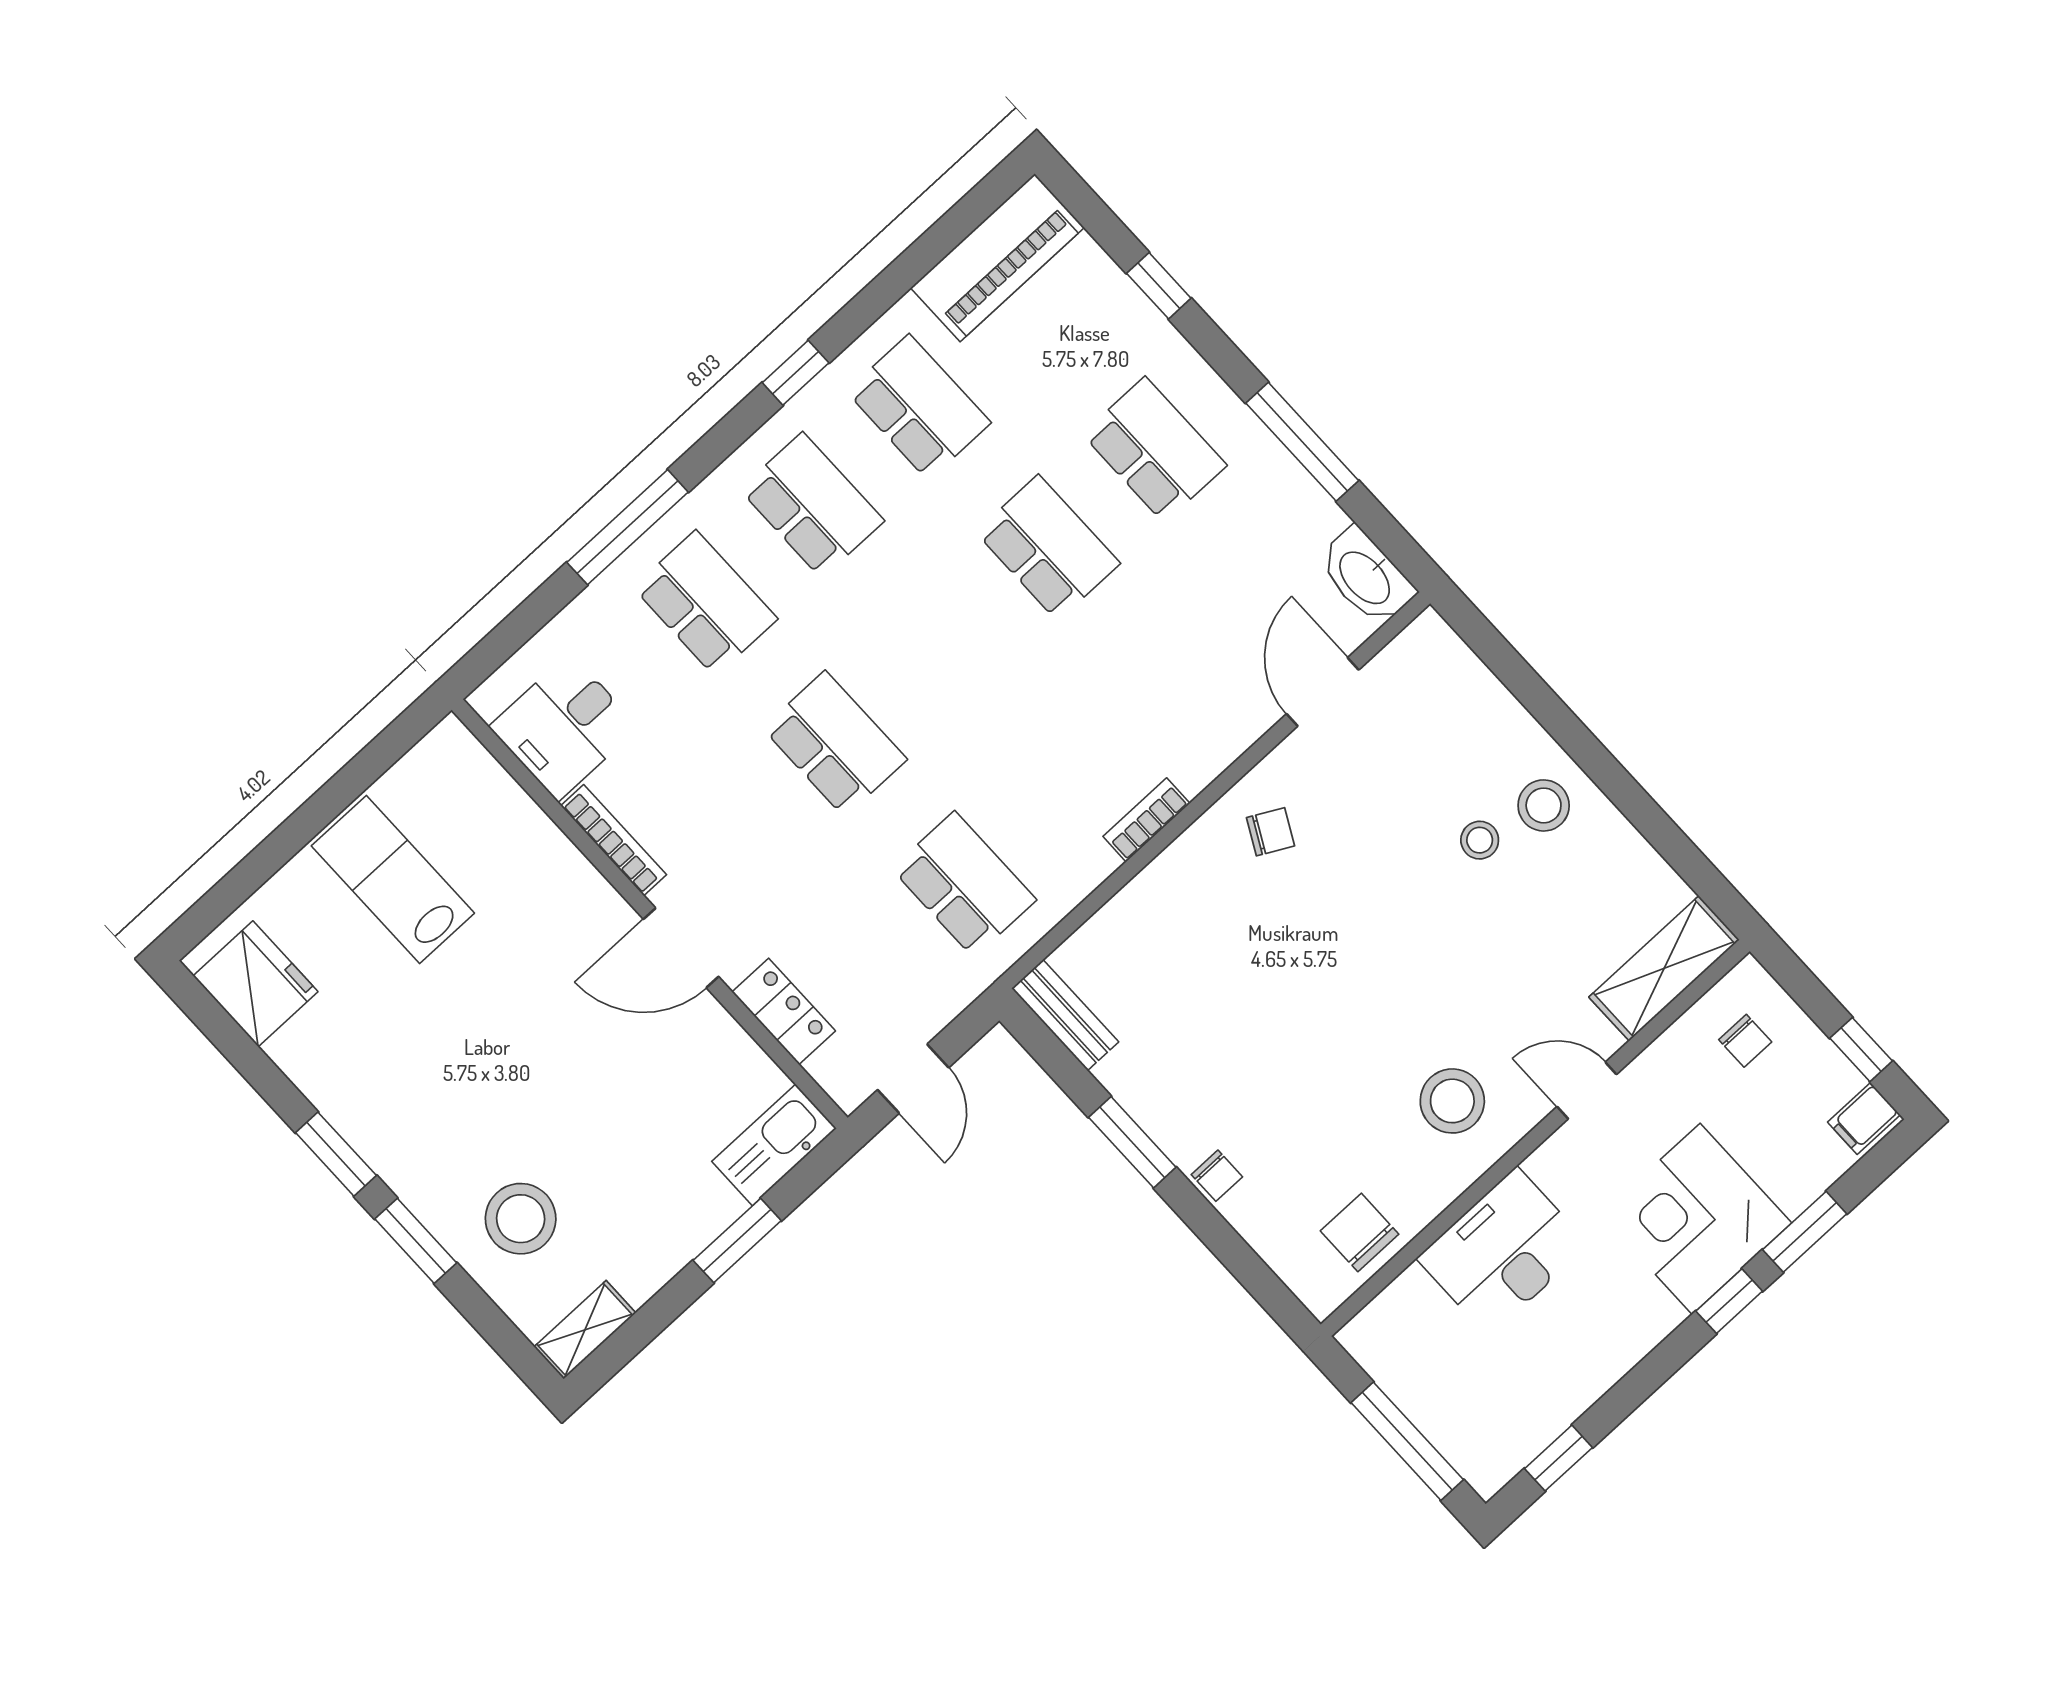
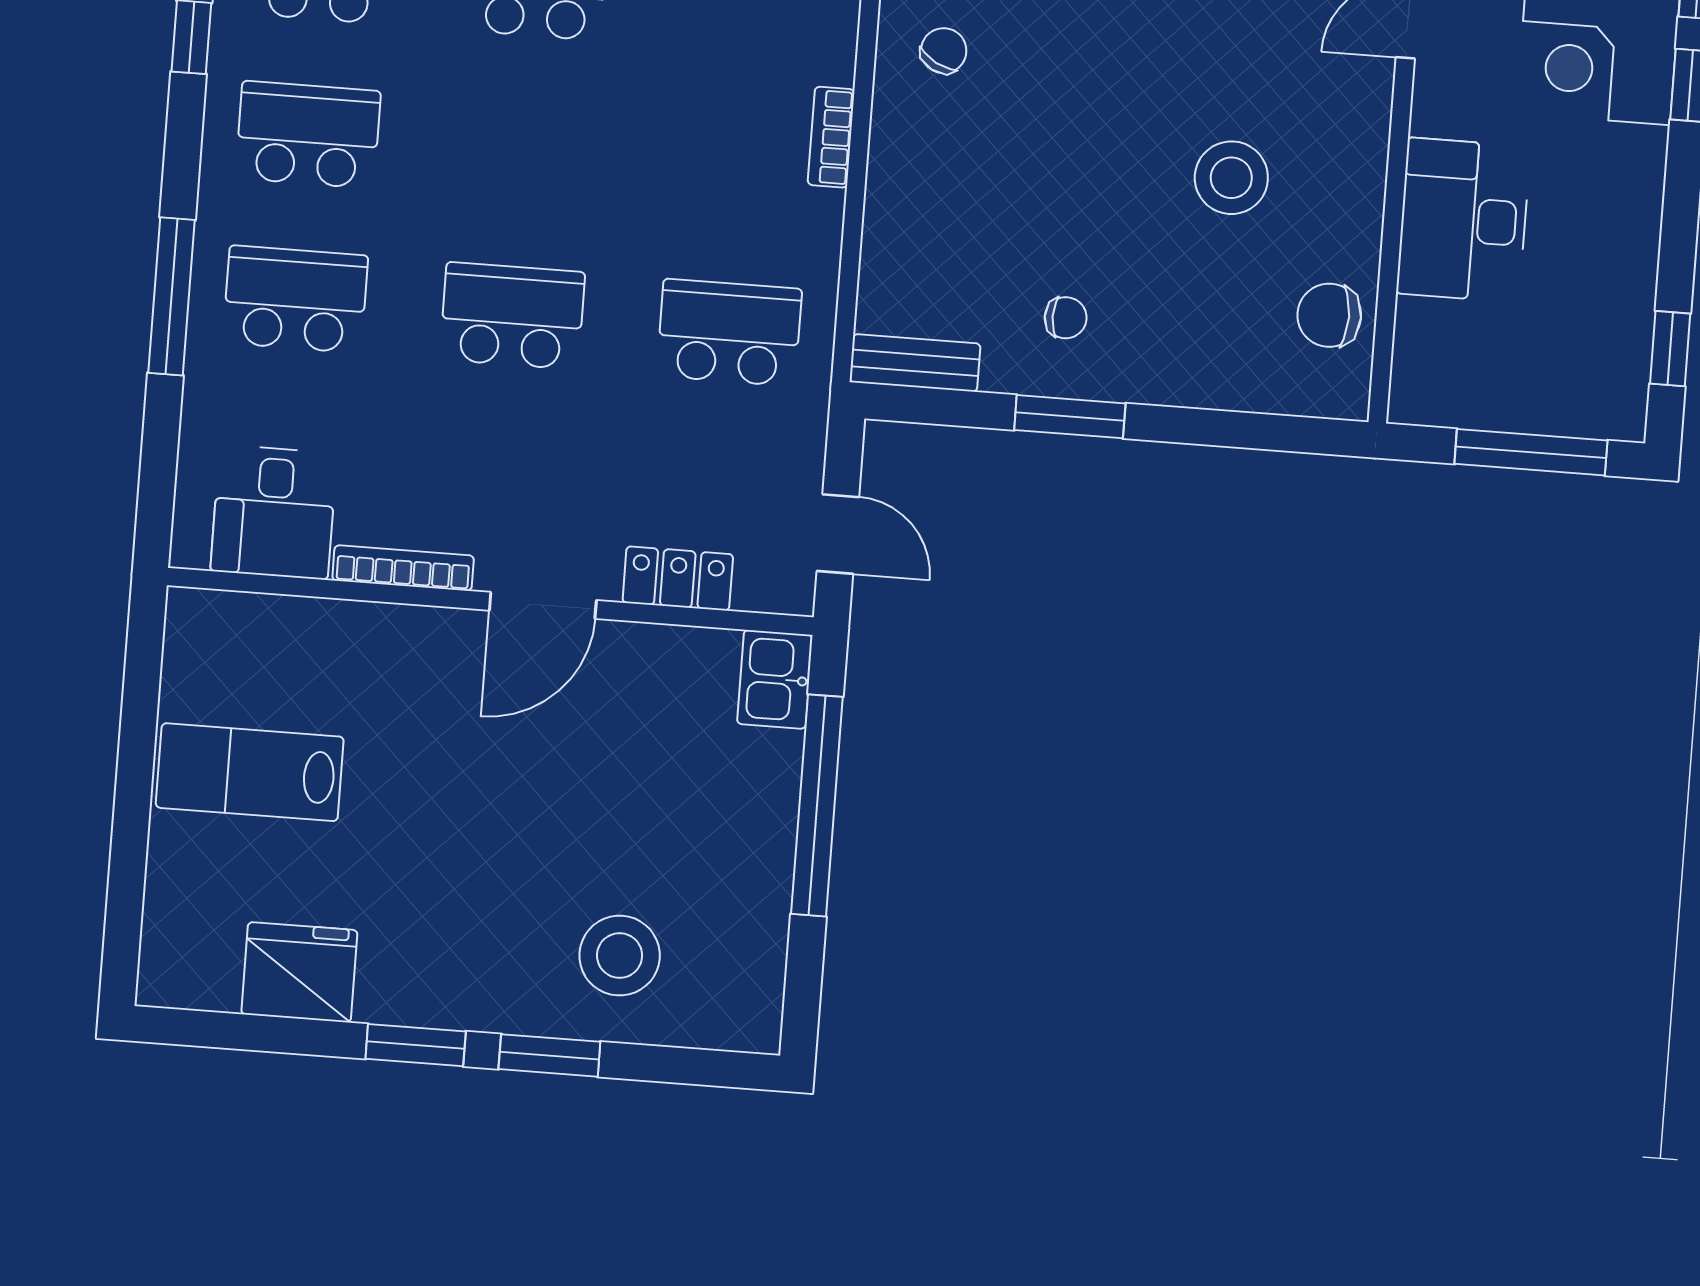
fridge: (255, 984) -> (299, 972), moved
stool: (1452, 1101) -> (1231, 178), moved
kitchen sink: (774, 1145) -> (775, 679), width x0.73
chair: (1217, 1176) -> (1066, 318), moved
window: (737, 1240) -> (817, 805), width x2.11
shelving: (585, 1330) -> (759, 998), removed

